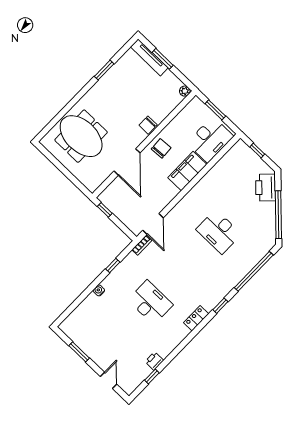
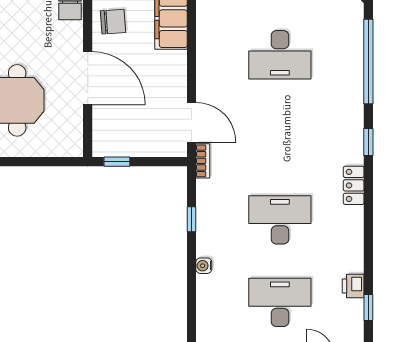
chair: (161, 148) -> (113, 22), turned 89
desk: (116, 338) -> (280, 302), added

